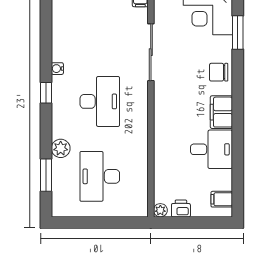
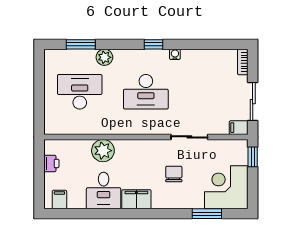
sliding door: (151, 52) -> (189, 137), width x0.73
chair: (219, 72) -> (174, 174), moved
plant: (160, 210) -> (103, 151), moved, width x1.88, depth x1.88

